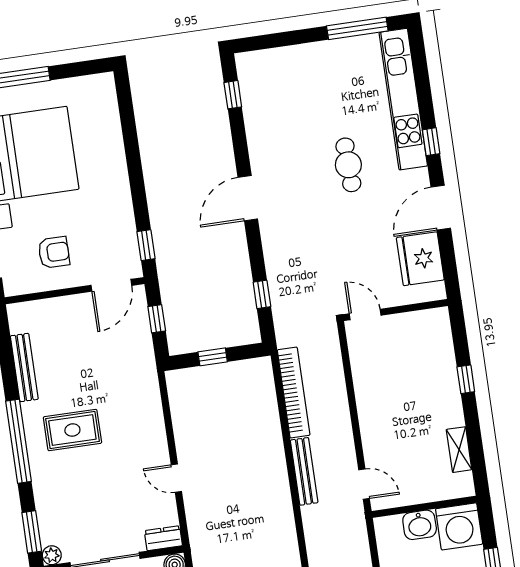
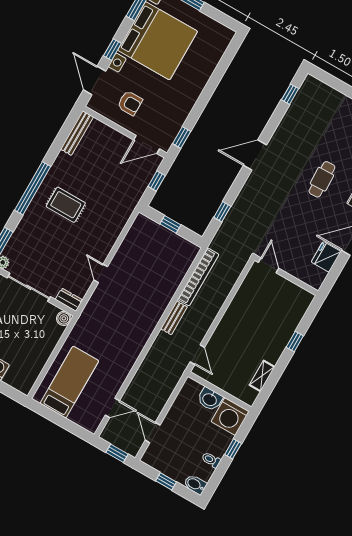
fridge: (420, 259) -> (326, 257), width x0.73, depth x0.75
bench: (24, 368) -> (77, 133), moved
bench: (304, 471) -> (174, 318), width x0.73

